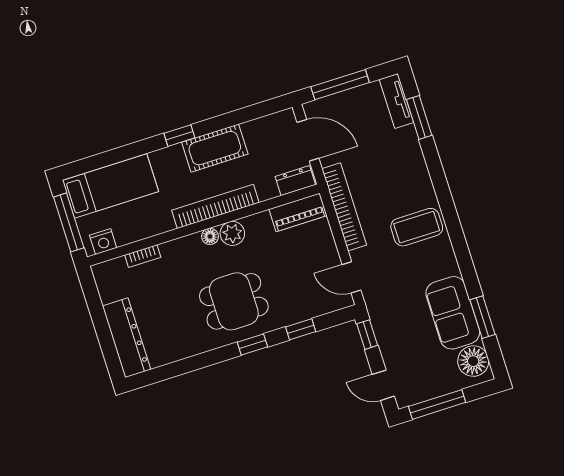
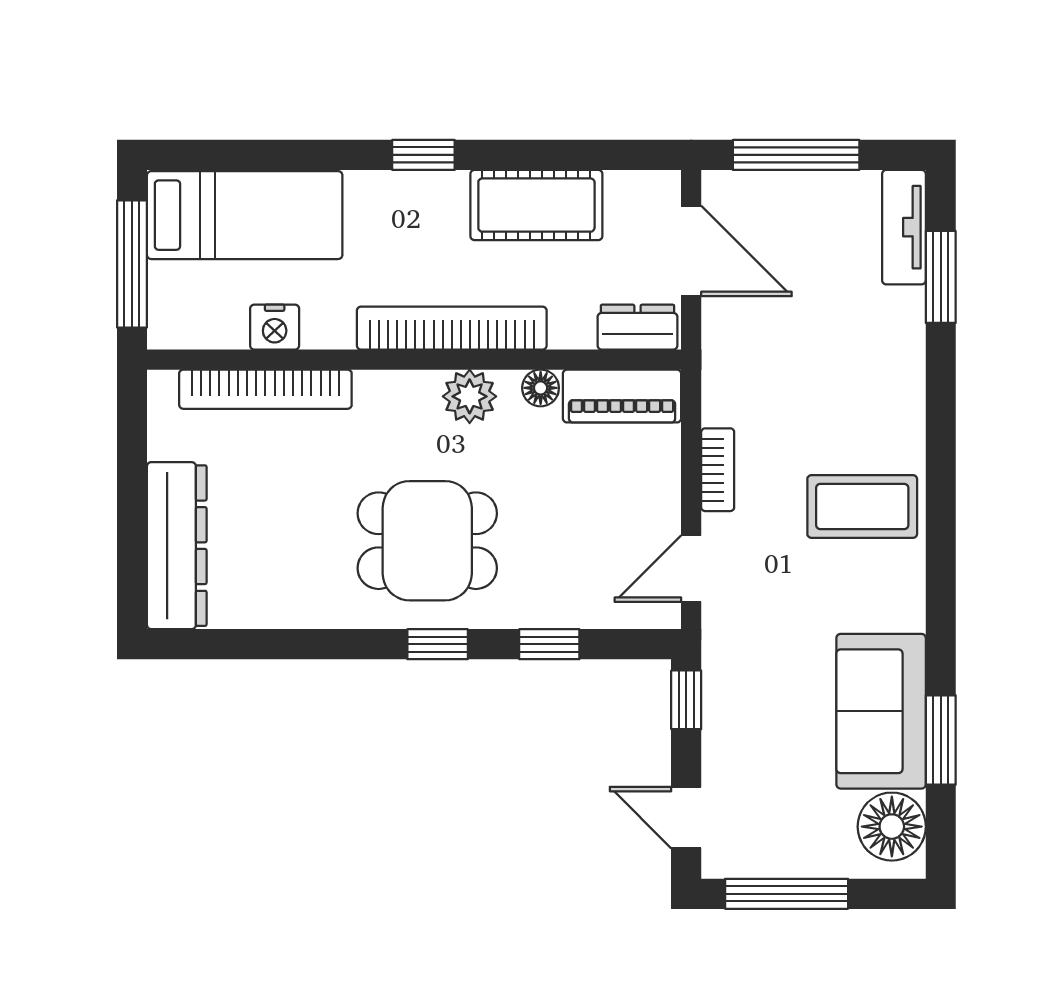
cot: (215, 148) -> (536, 205), moved
bookcase: (344, 207) -> (718, 470), width x0.43, depth x0.76
floor lamp: (210, 236) -> (541, 388), moved
nightstand: (103, 241) -> (275, 327), moved
bookcase: (143, 256) -> (265, 389), width x2.31, depth x1.31
door: (351, 277) -> (691, 569), hinge flipped

